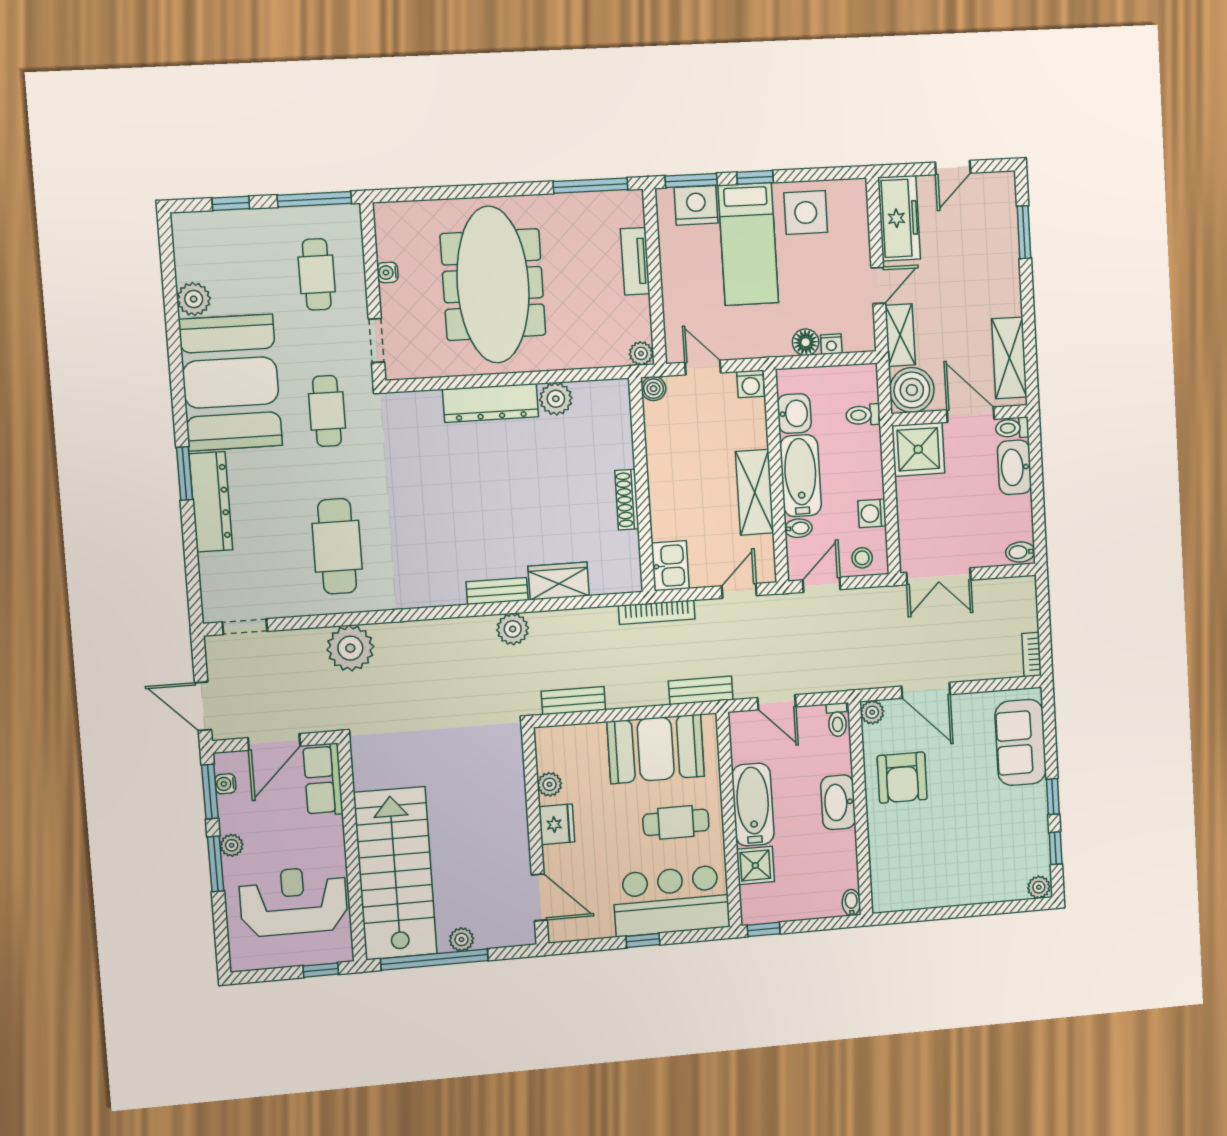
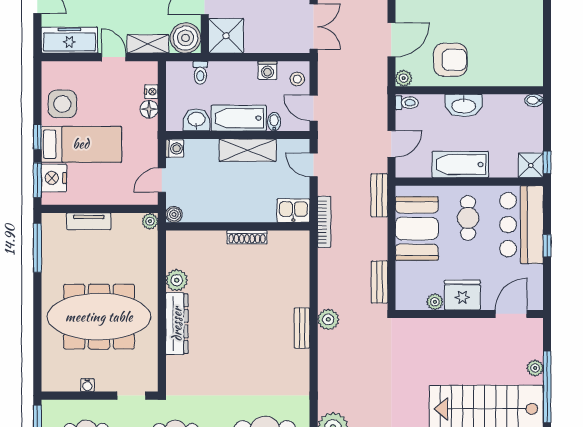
wardrobe: (559, 581) -> (298, 287), removed
fridge: (557, 824) -> (462, 295), width x1.36, depth x1.34
shower: (755, 865) -> (531, 165), moved

